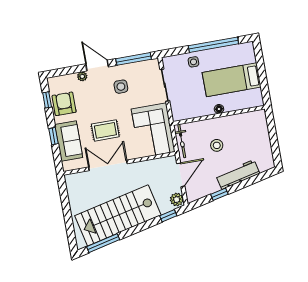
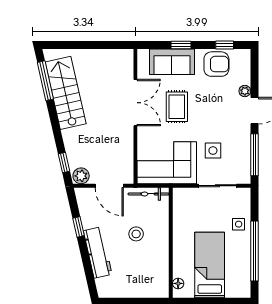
side table: (121, 87) -> (213, 151), moved
floor lamp: (219, 109) -> (178, 283), moved
stairs: (118, 215) -> (66, 93), width x0.73, depth x0.66

